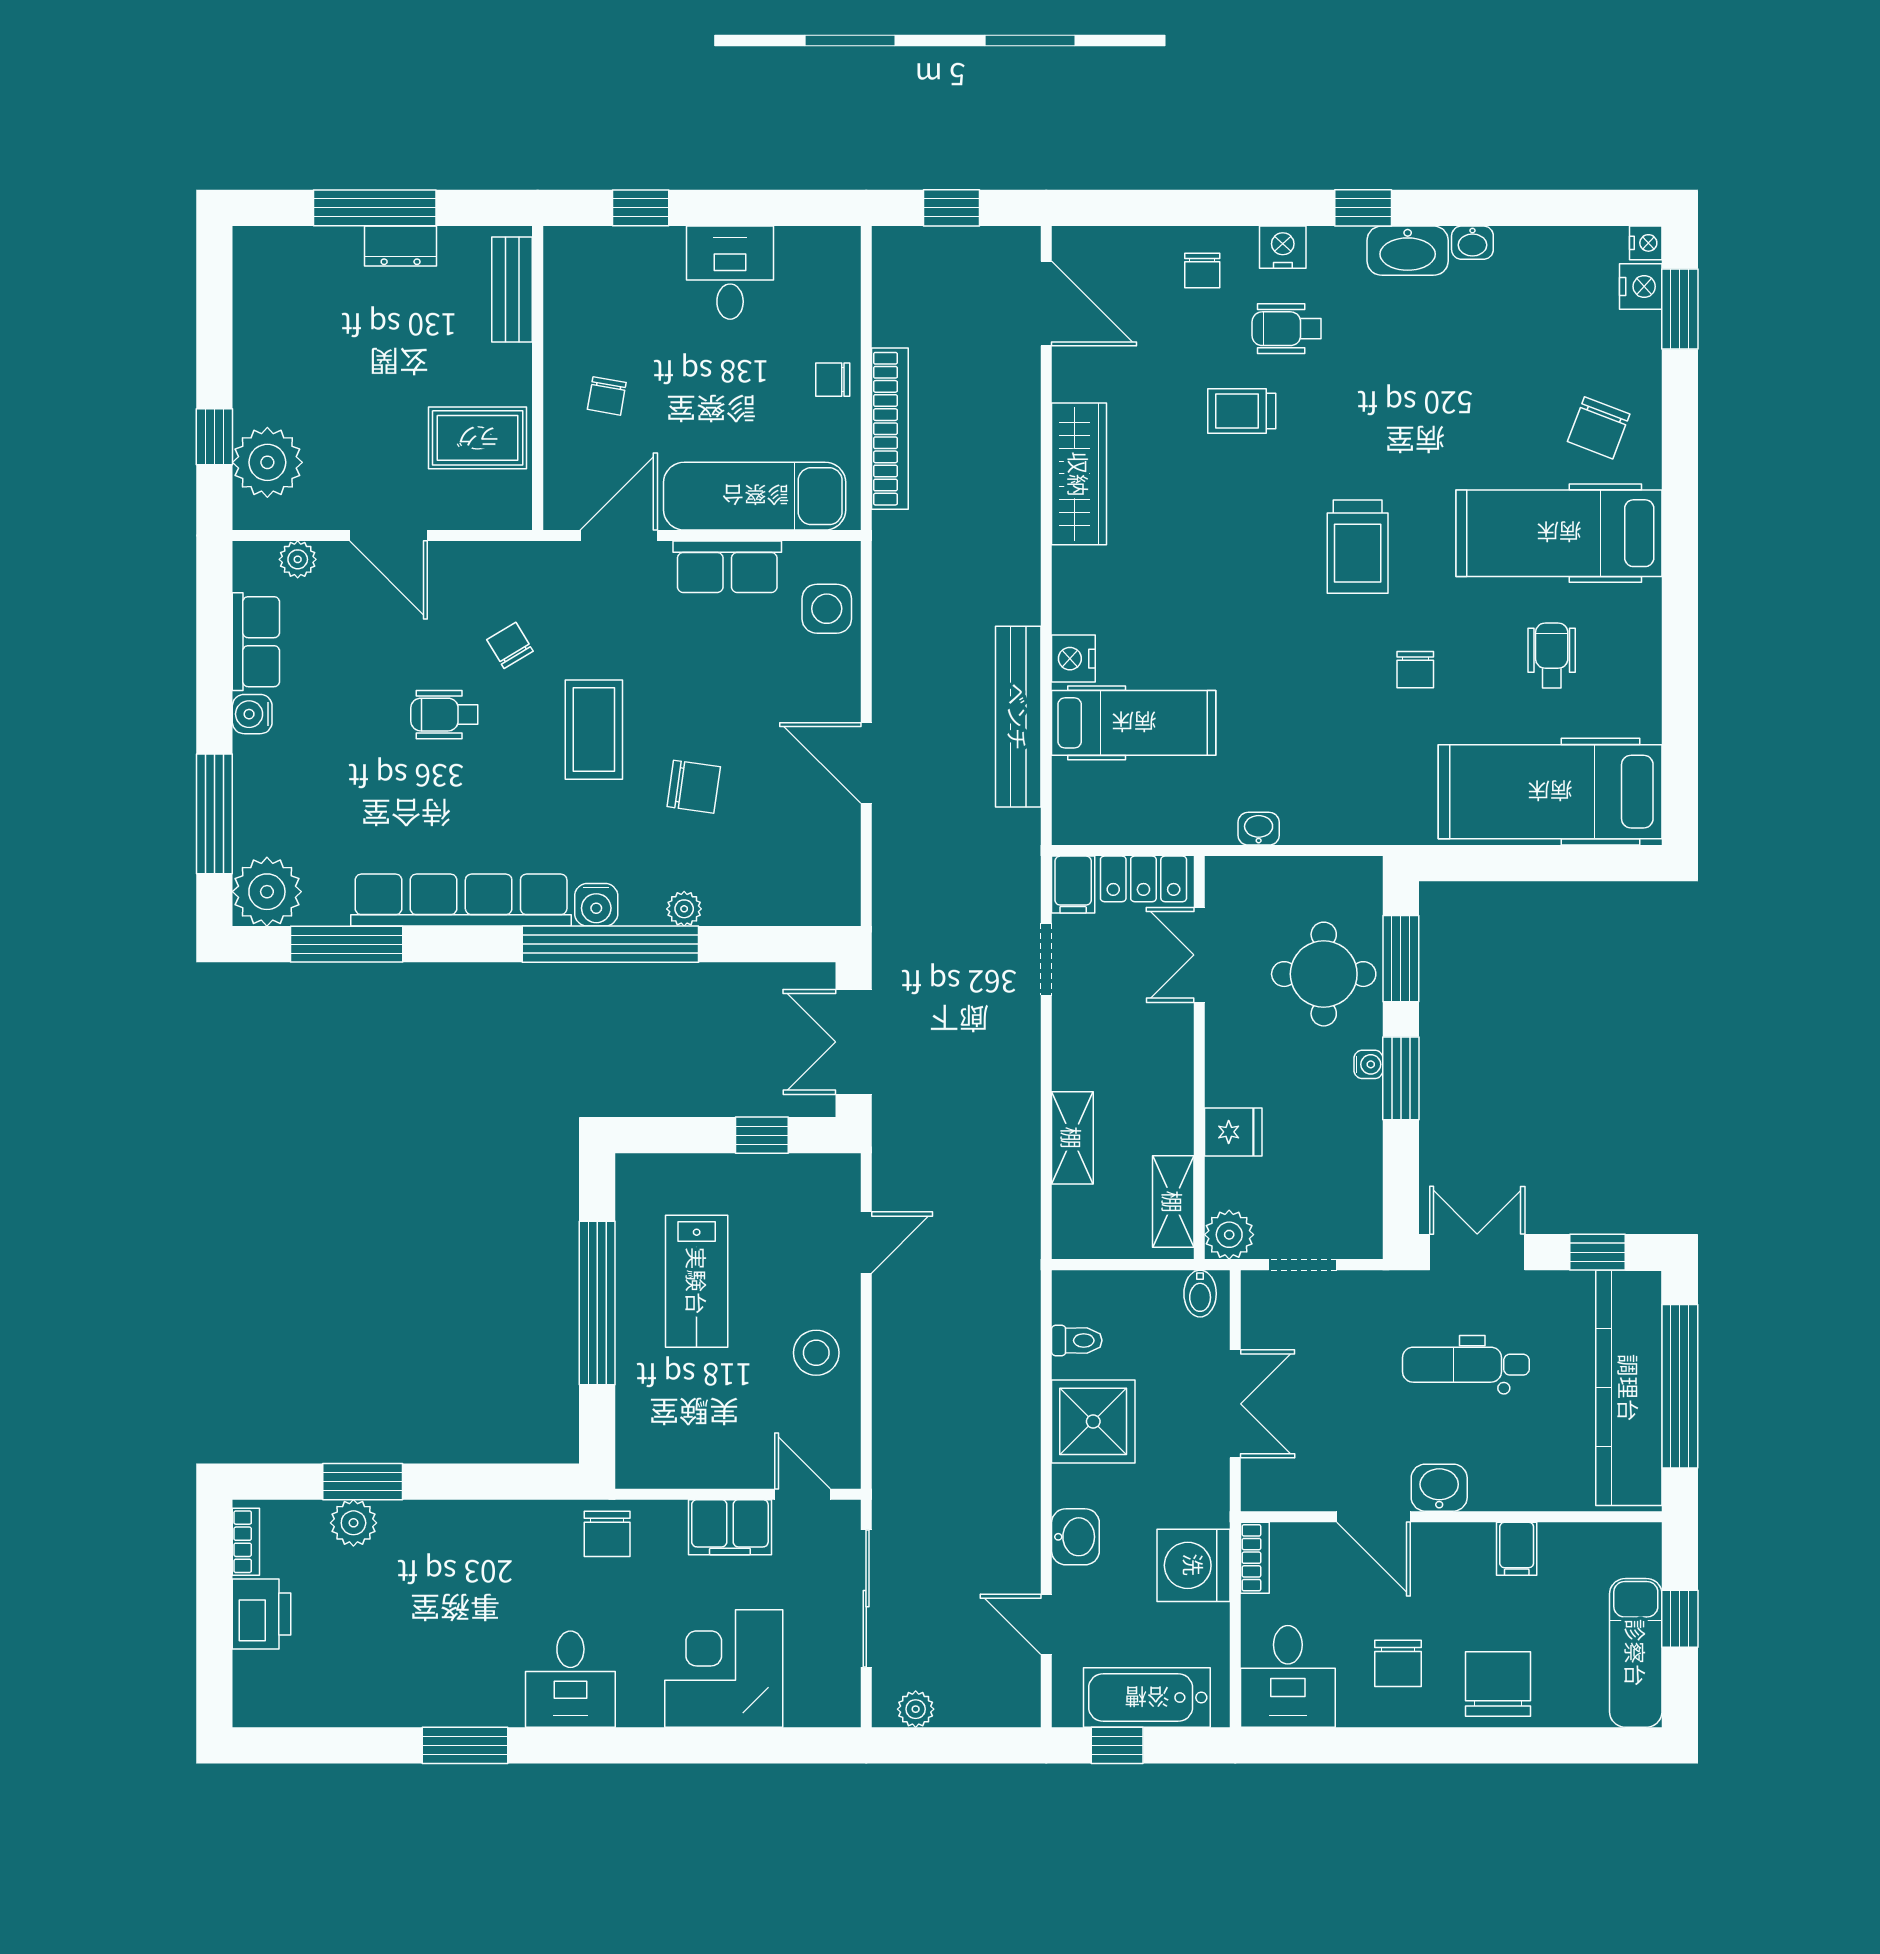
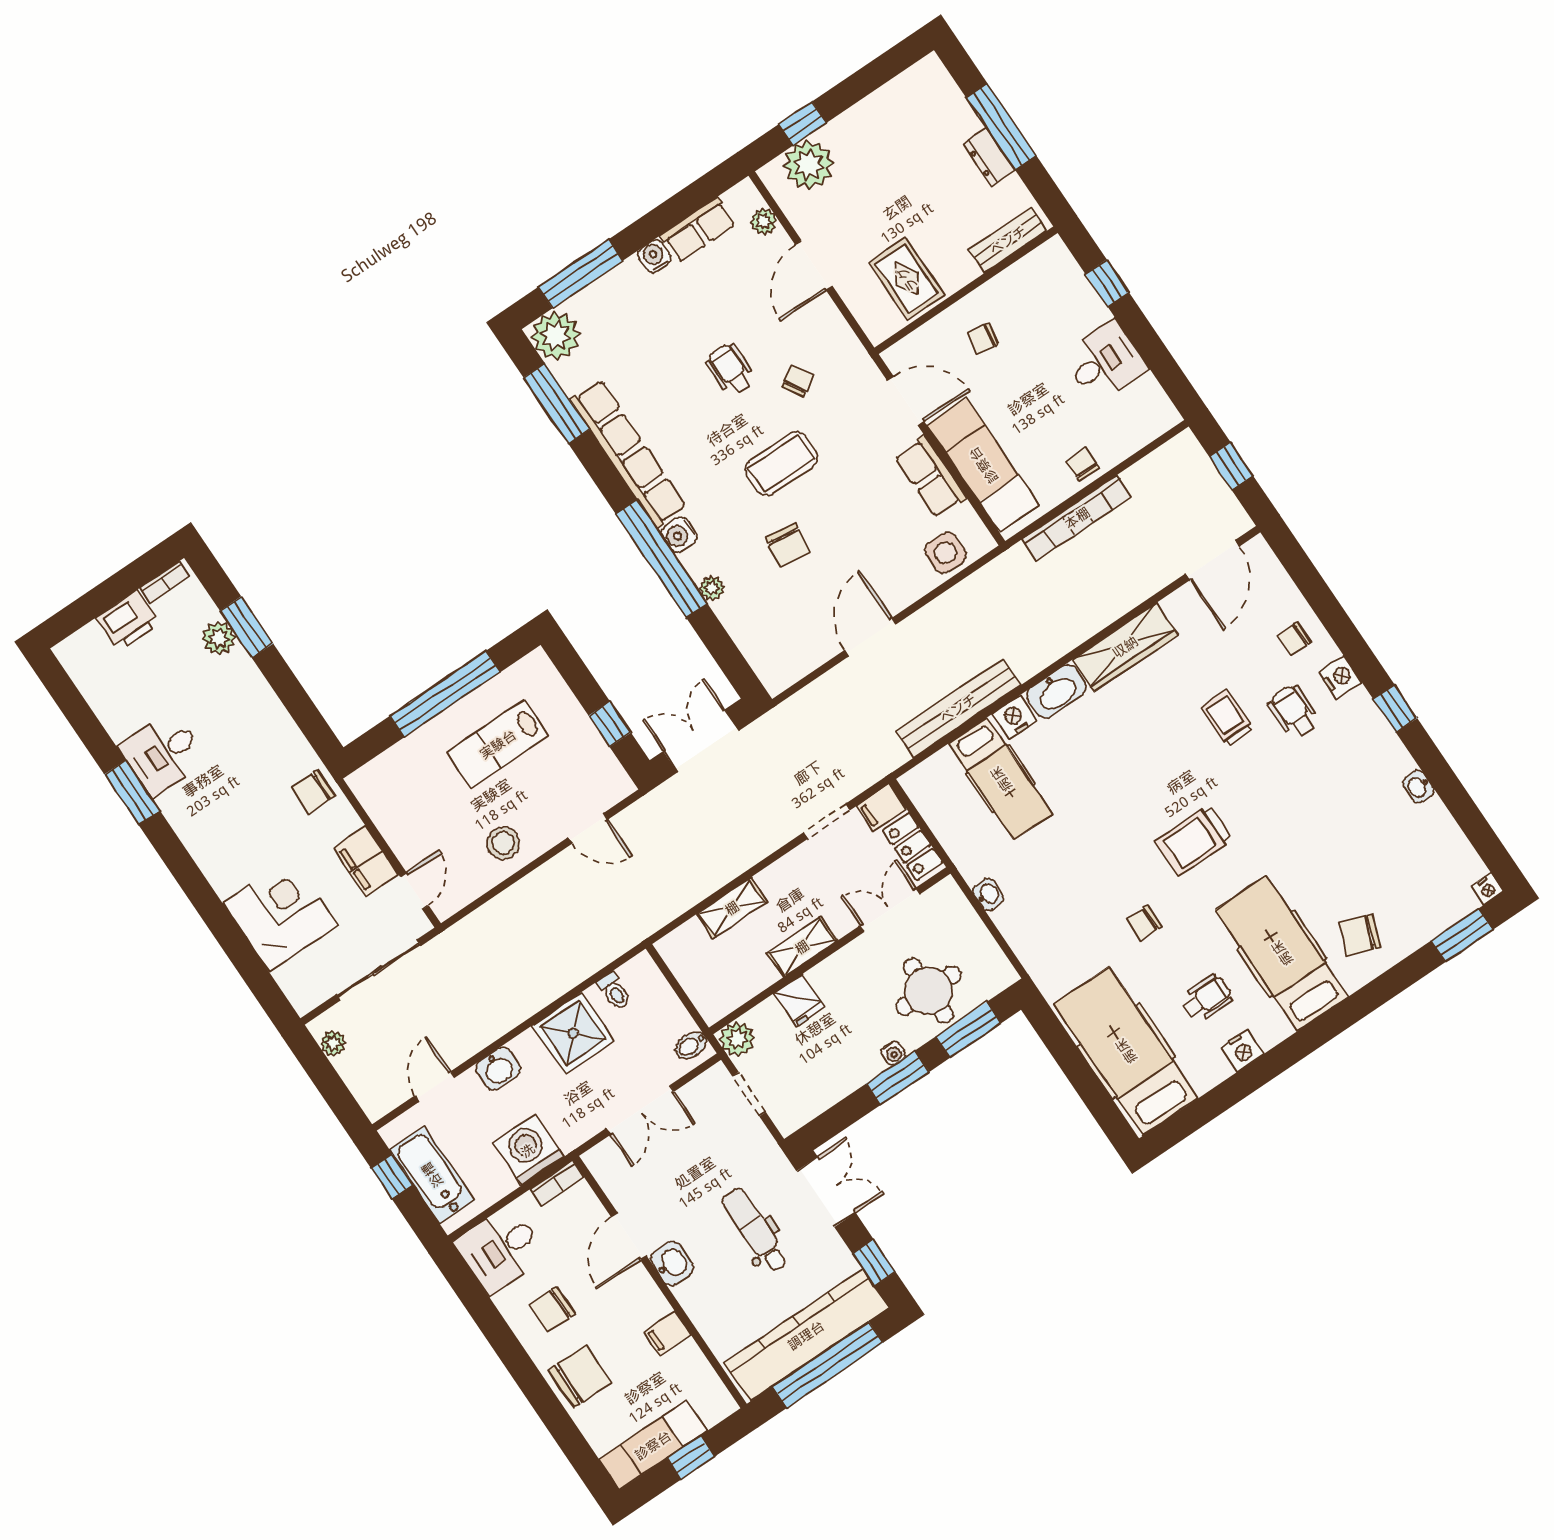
washbasin: (1408, 251) -> (1057, 692), moved, turned -90
nightstand: (1641, 286) -> (1242, 1050), moved
shelving: (1173, 1202) -> (802, 947), moved
desk: (570, 1679) -> (163, 754), moved

